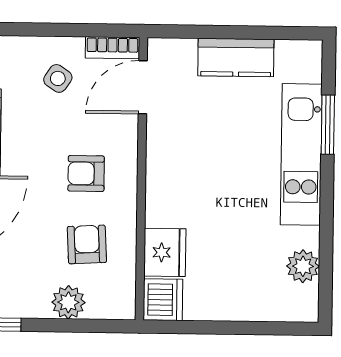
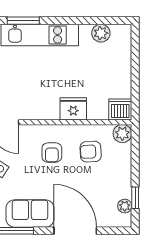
fridge: (165, 252) -> (73, 109), moved
plant: (68, 302) -> (122, 134), moved

